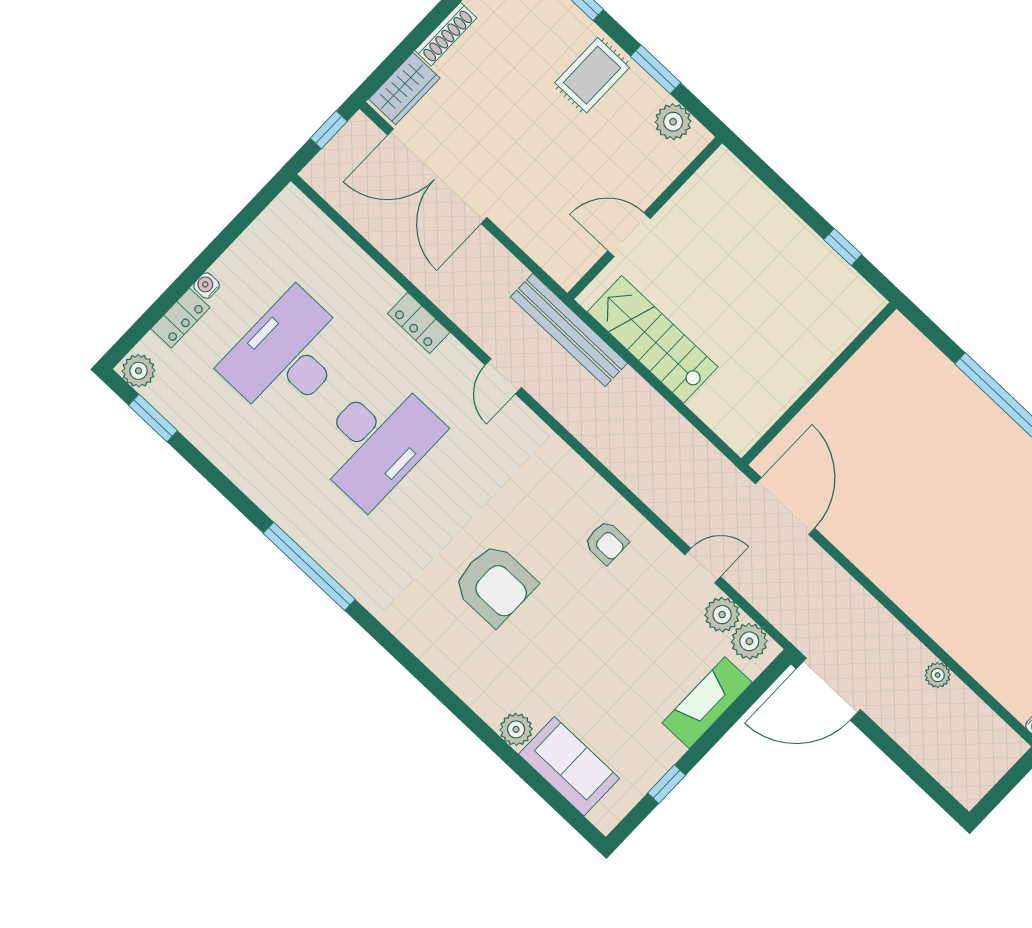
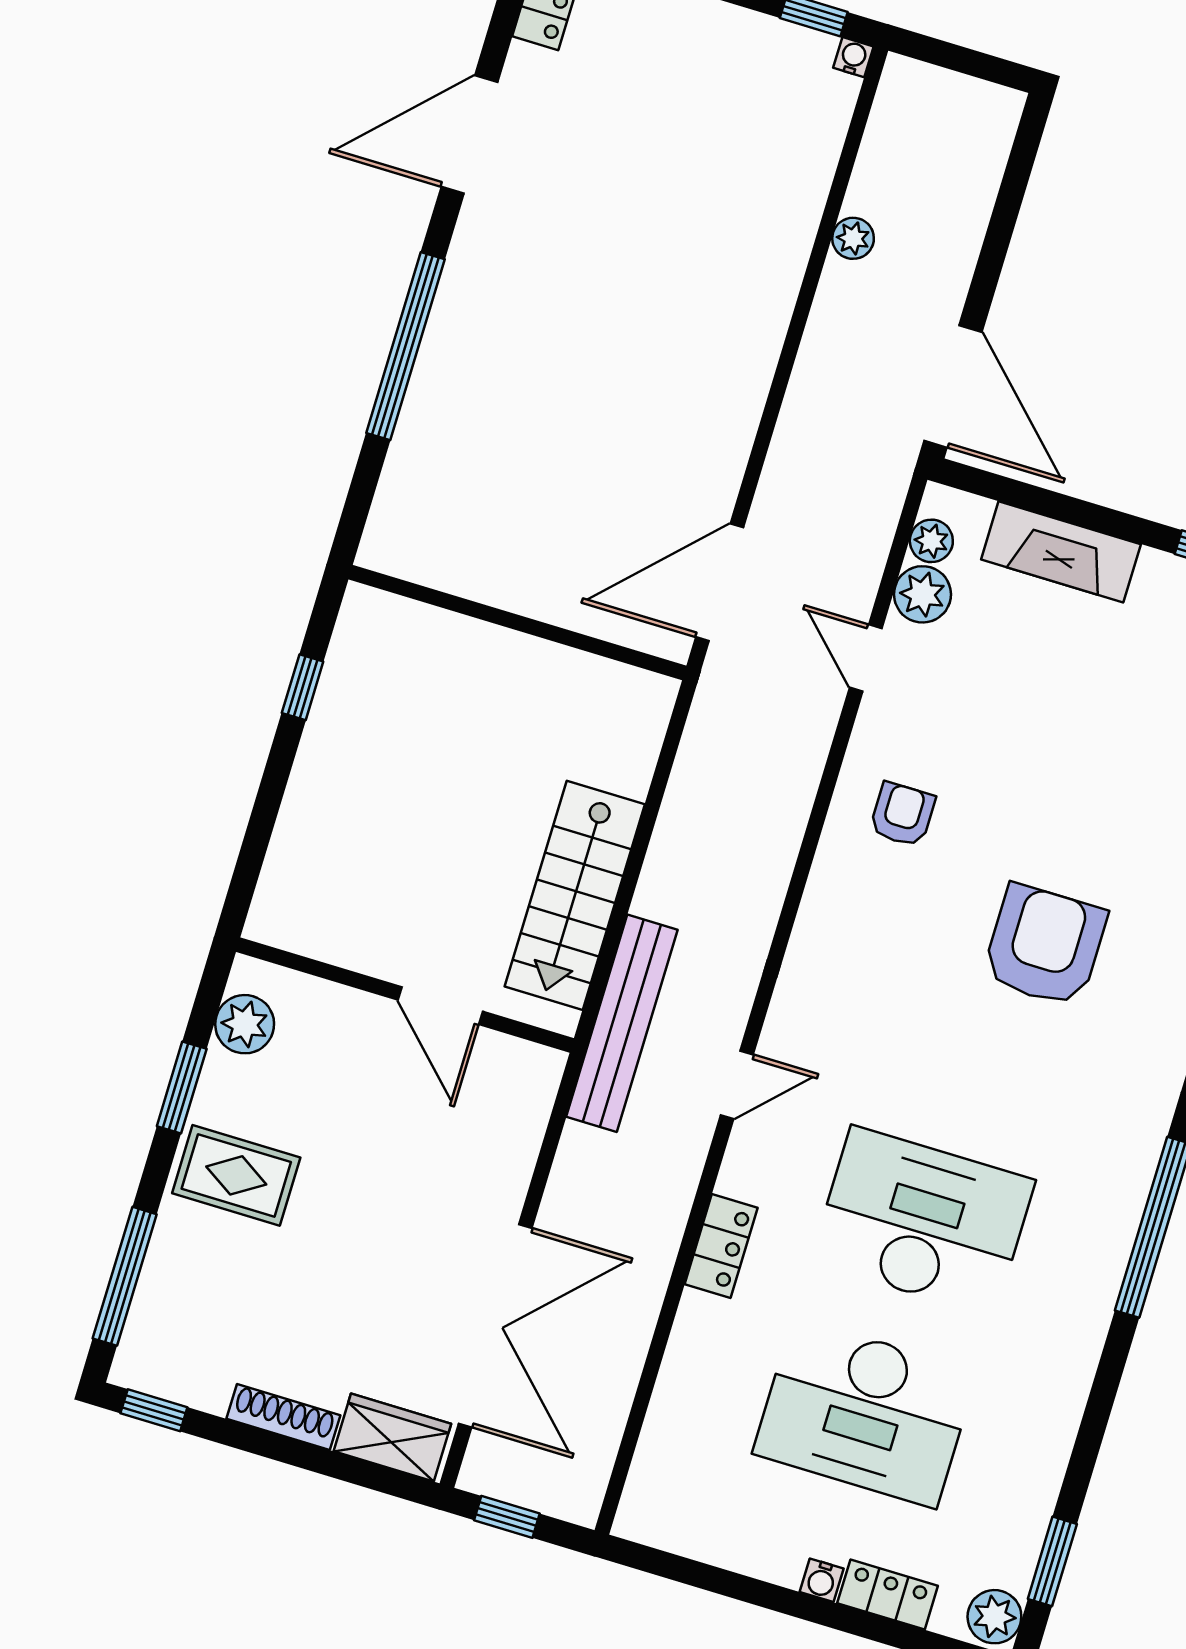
plant: (749, 641) -> (931, 541), width x0.73, depth x0.73

